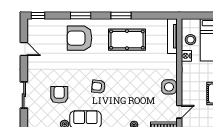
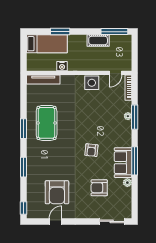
armchair: (80, 38) -> (57, 192), moved
stool: (191, 40) -> (47, 62), removed
sliding door: (24, 95) -> (112, 221), moved
door: (179, 112) -> (116, 73), swing flipped

